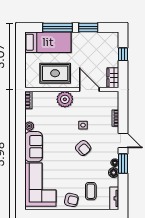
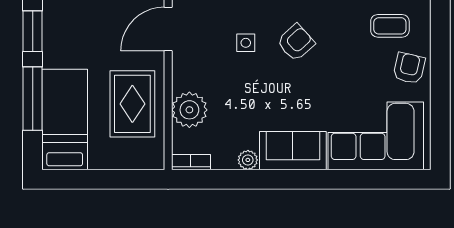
plant: (65, 99) -> (189, 110), moved

